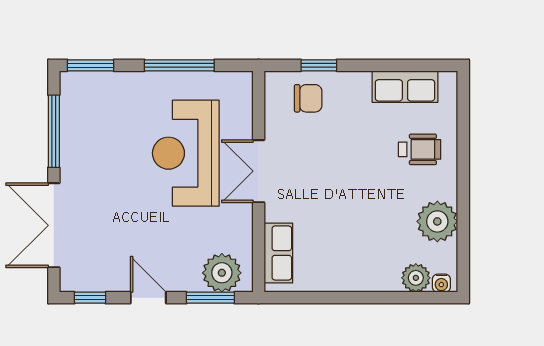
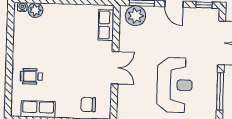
reception desk: (186, 153) -> (175, 85), moved
plant: (437, 221) -> (23, 39), removed

